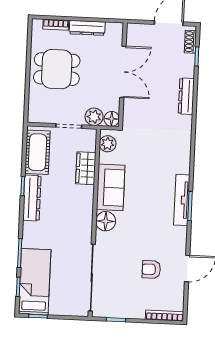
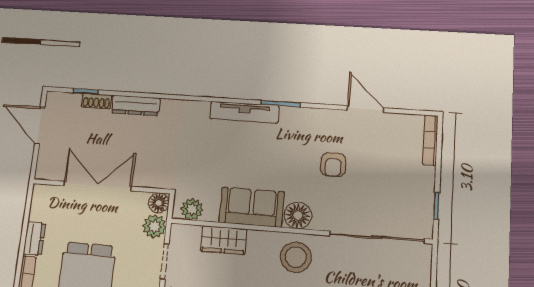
dresser: (87, 28) -> (34, 239), width x0.70
shoe rack: (190, 42) -> (96, 101), moved
tv unit: (182, 200) -> (244, 112), moved
stool: (75, 221) -> (296, 257), added
armchair: (151, 269) -> (333, 165), moved

